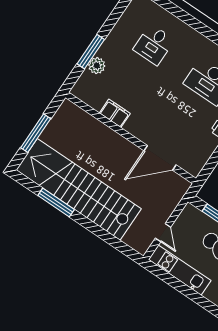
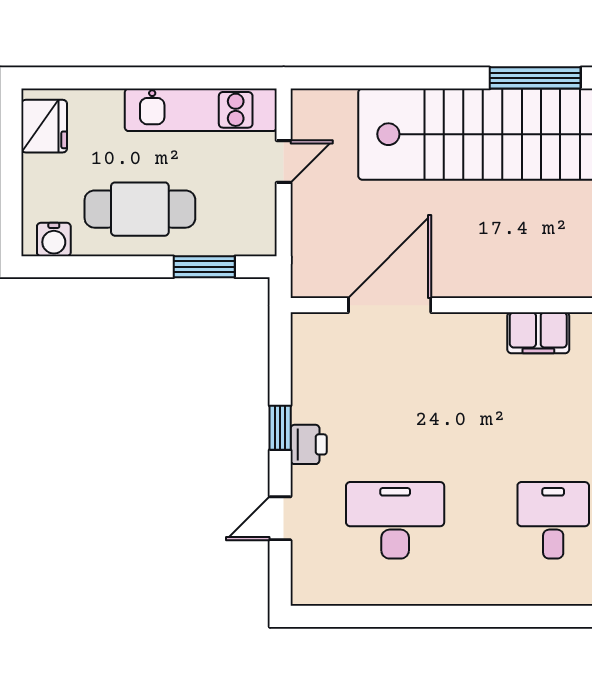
door: (163, 233) -> (284, 161), swing flipped

